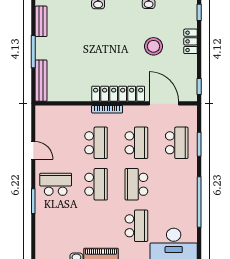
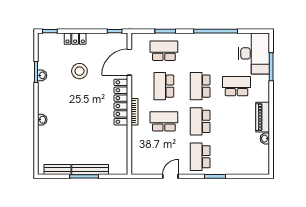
bench: (41, 81) -> (90, 170), moved
school desk: (136, 143) -> (164, 86), turned -90
school desk: (96, 184) -> (200, 121), turned -90
school desk: (136, 184) -> (200, 86), turned 90

